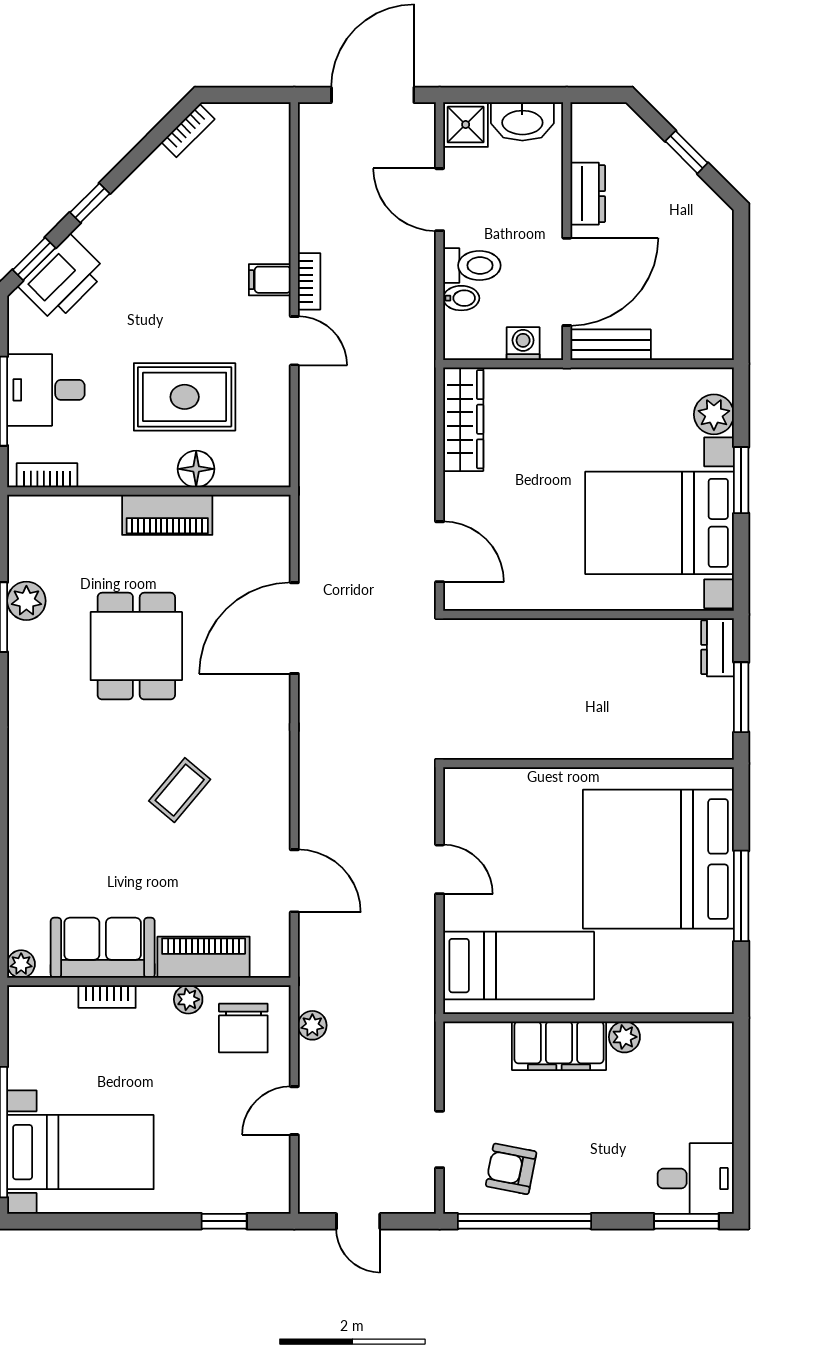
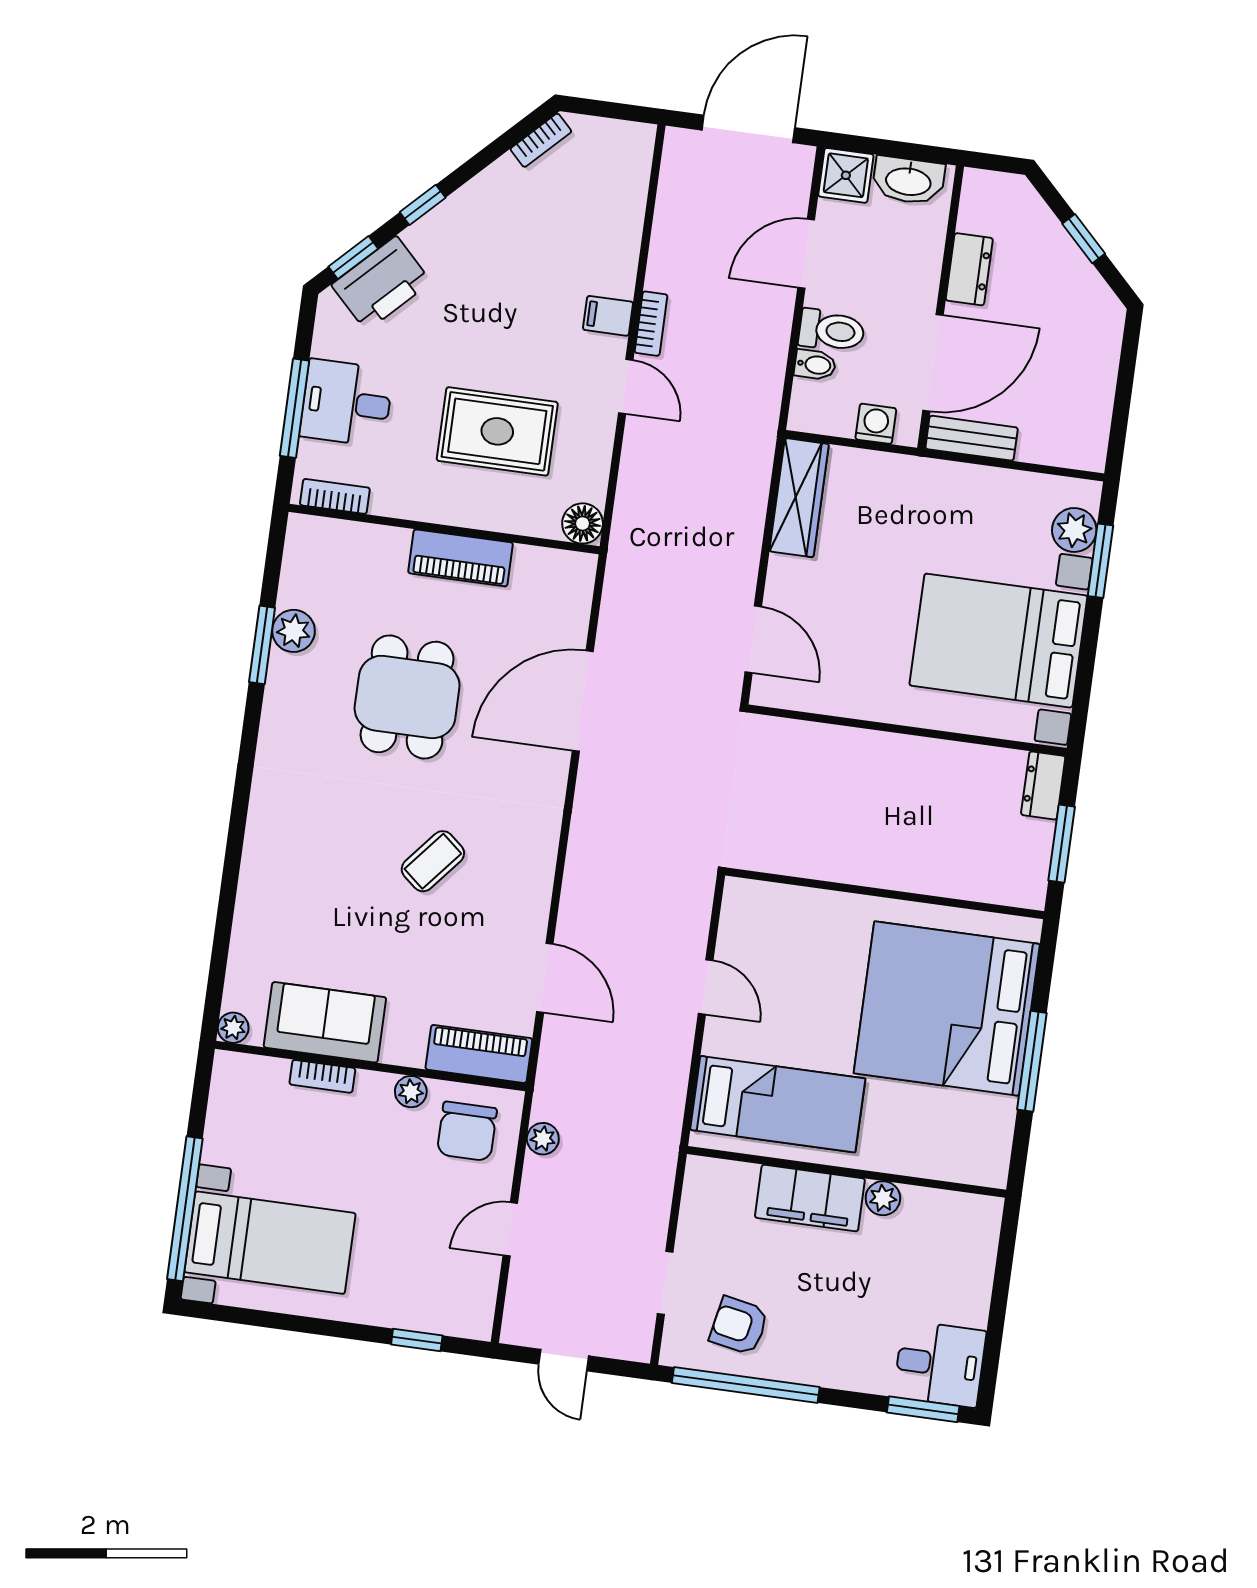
door: (440, 200) -> (806, 254), hinge flipped
floor lamp: (196, 469) -> (583, 523), moved
window: (741, 480) -> (1100, 561), moved
piano: (204, 957) -> (479, 1054), moved

